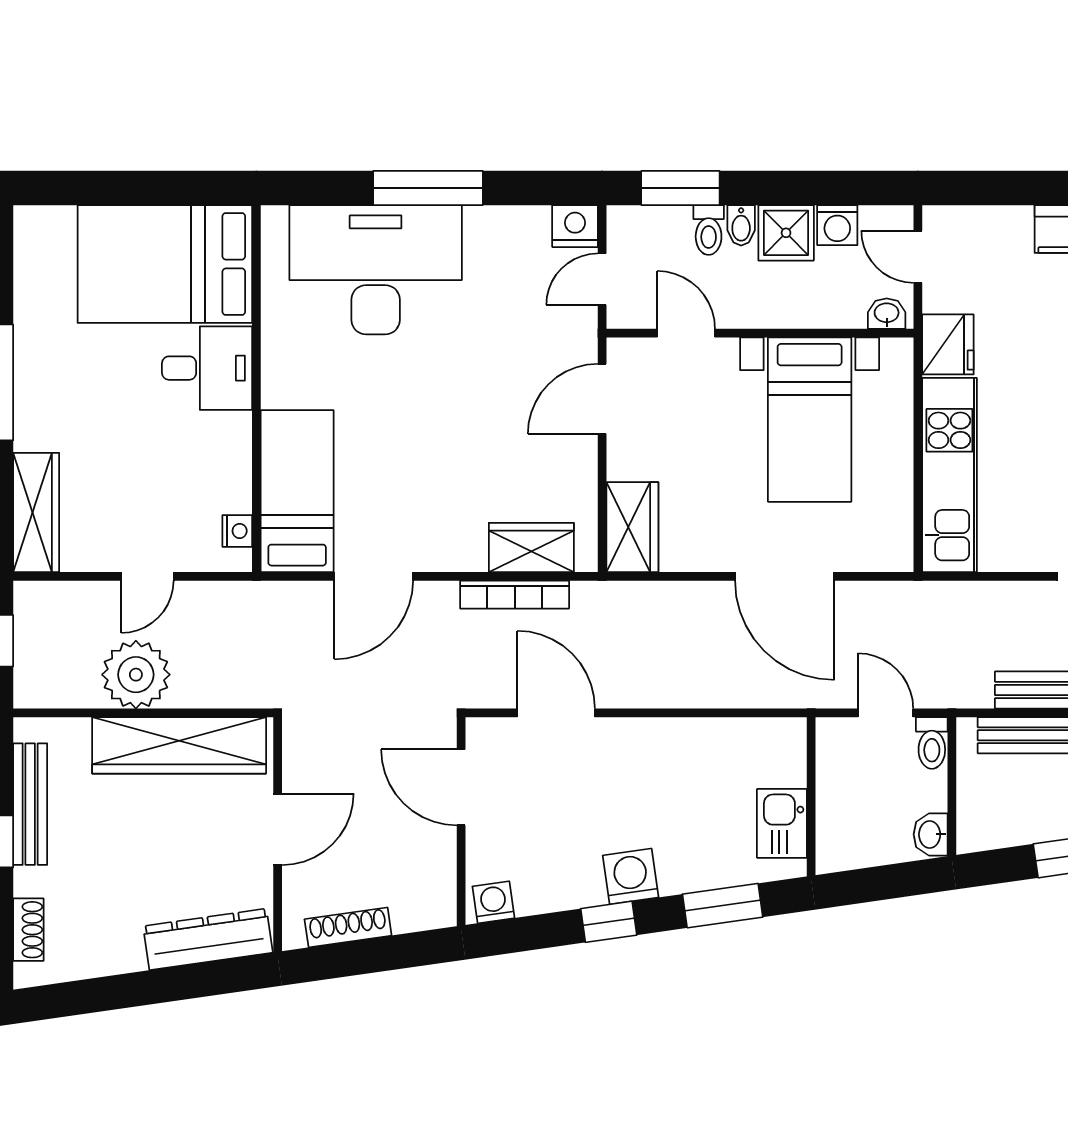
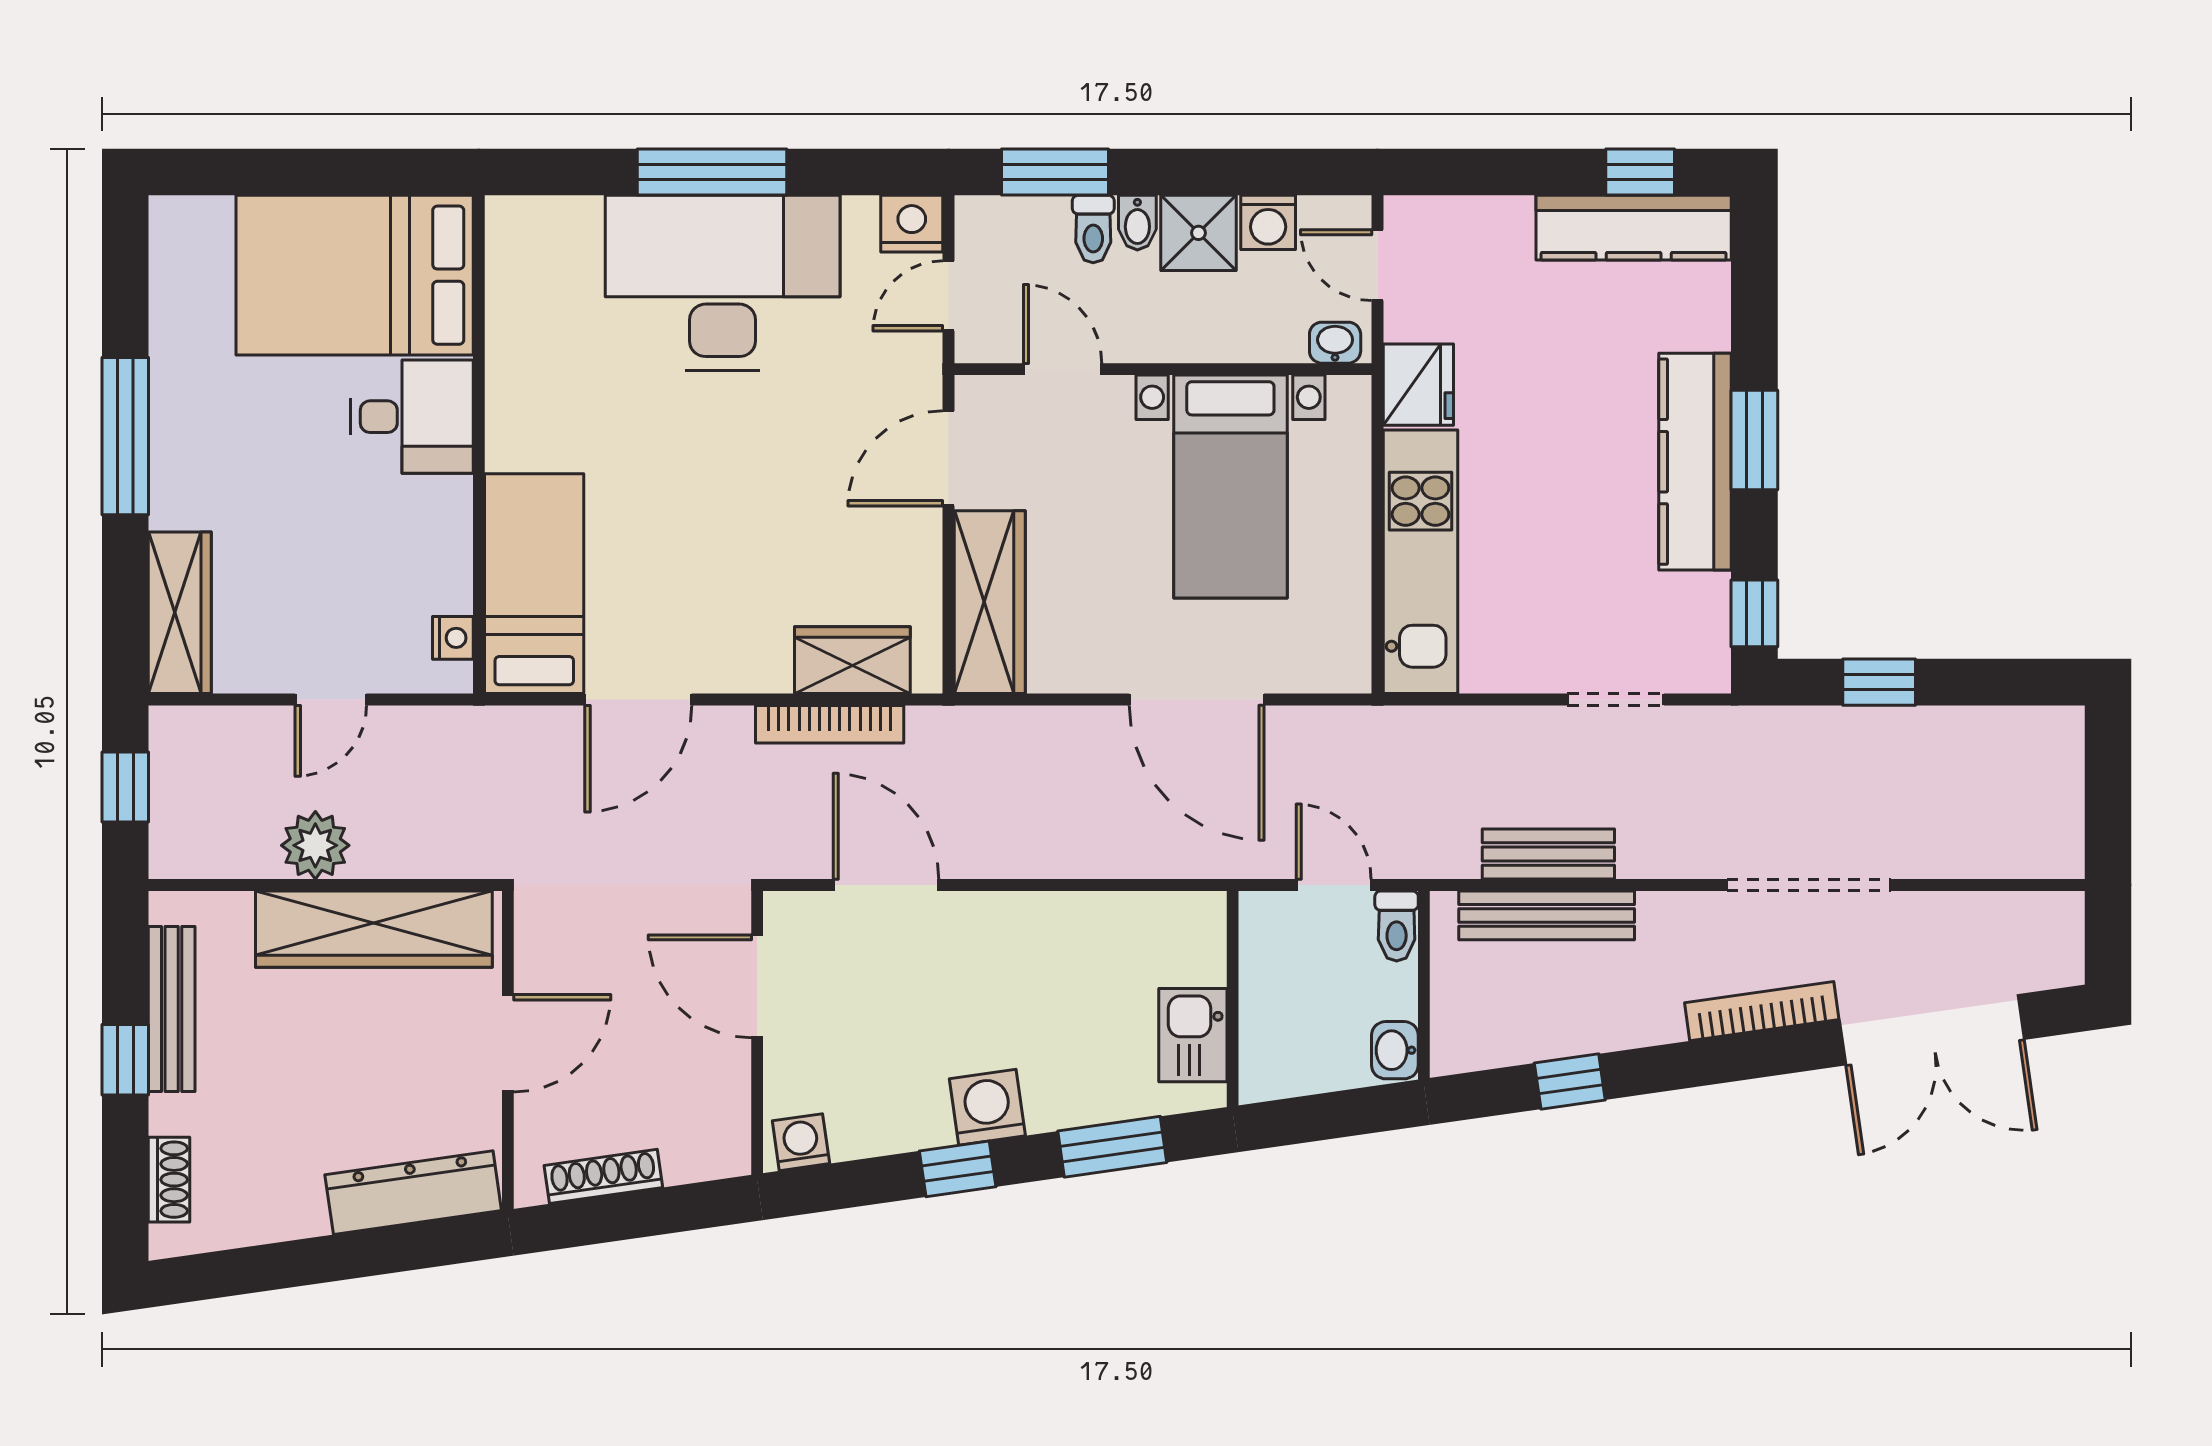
desk: (376, 270) -> (723, 283), moved
wardrobe: (632, 527) -> (990, 602), width x1.50
plant: (136, 675) -> (315, 845), width x0.73, depth x0.73

